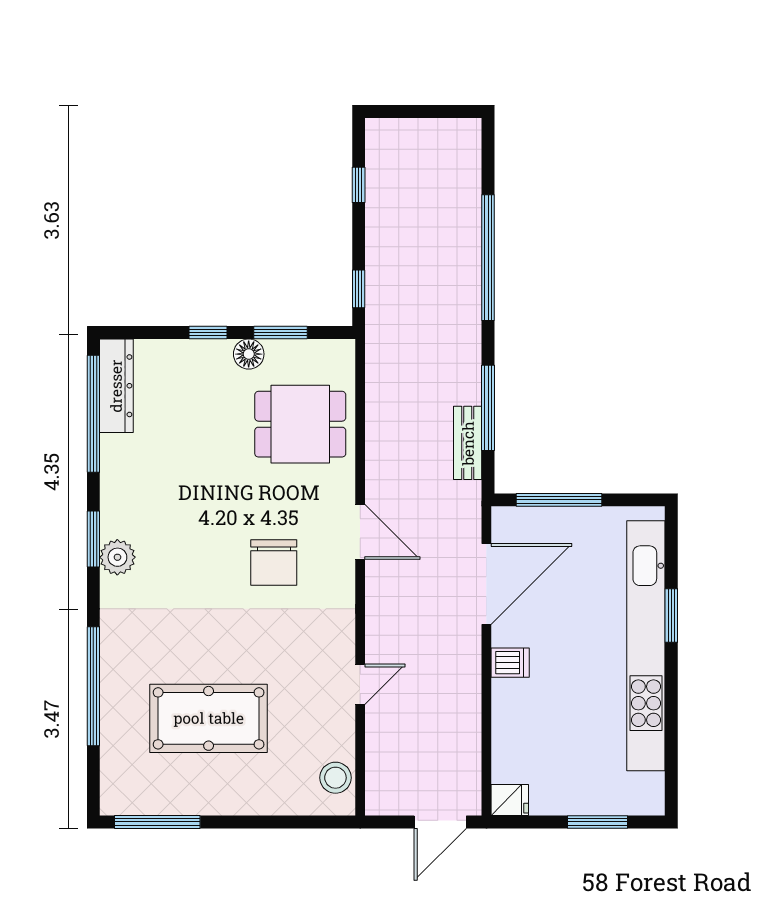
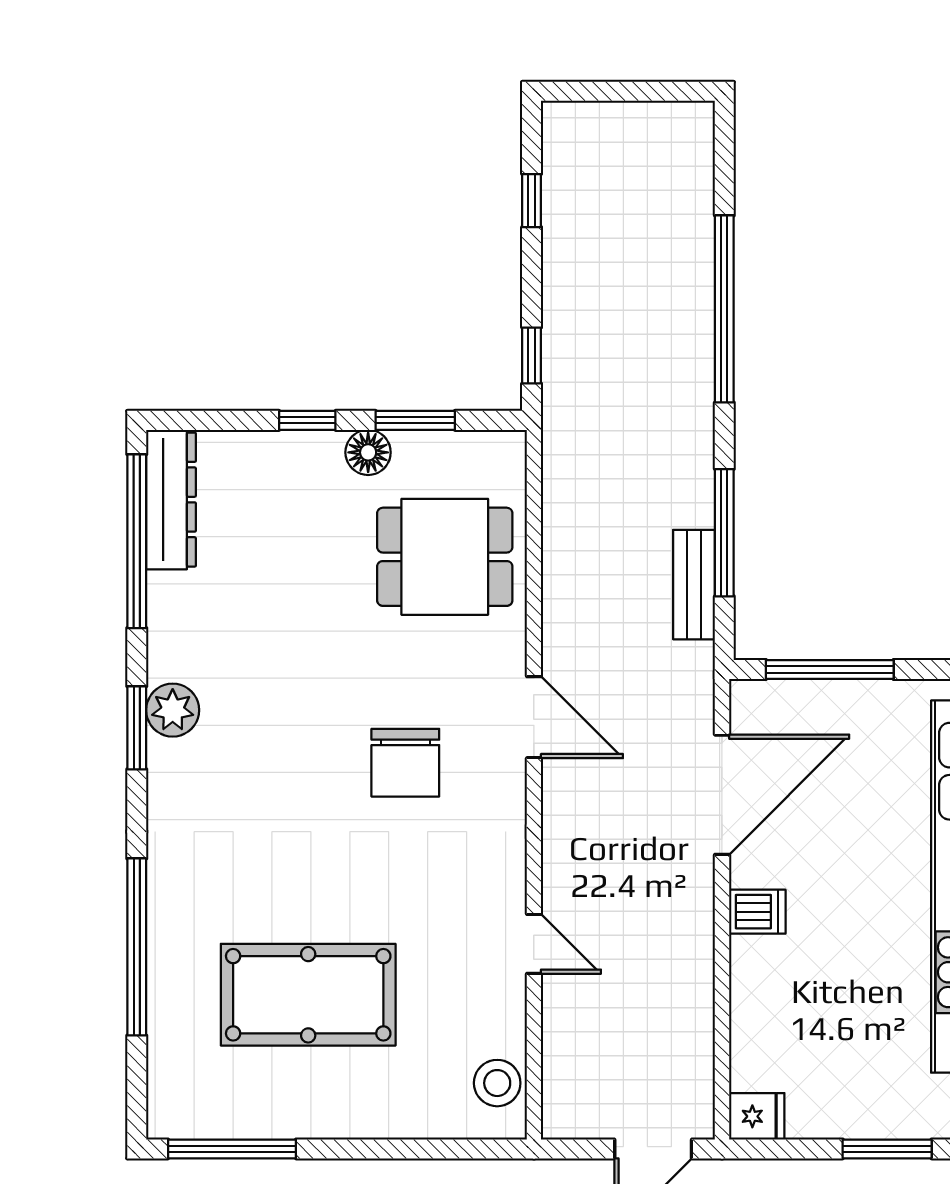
plant: (117, 557) -> (173, 710), moved
door: (360, 684) -> (534, 944), hinge flipped

